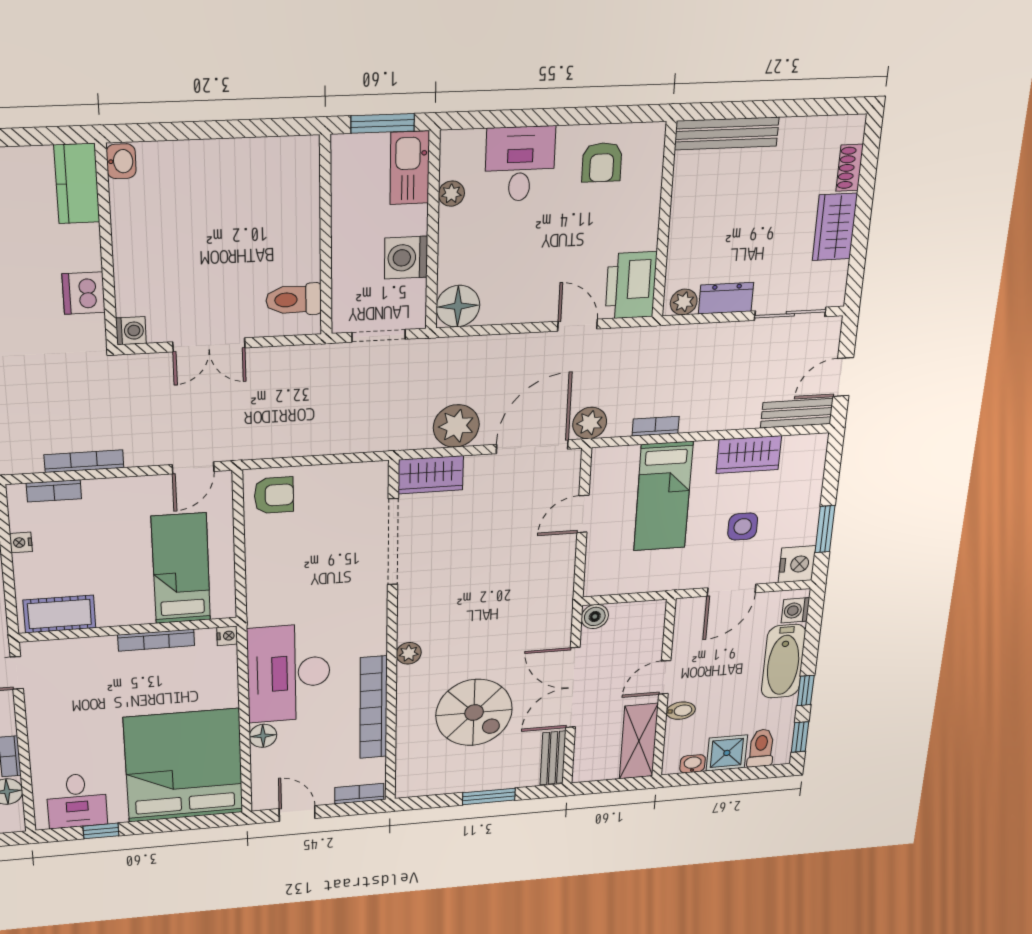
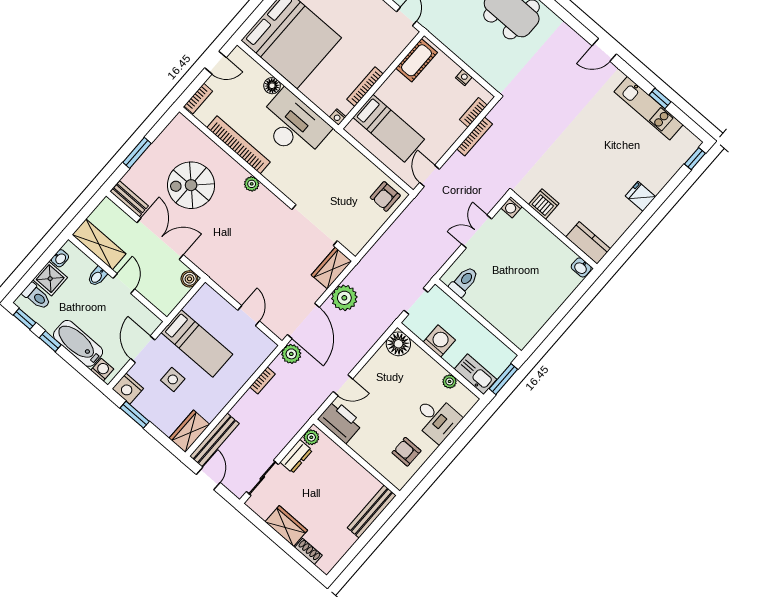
bench: (797, 413) -> (214, 440), width x1.36
wardrobe: (749, 455) -> (189, 431), moved
bed: (663, 496) -> (197, 343), moved, turned 180

